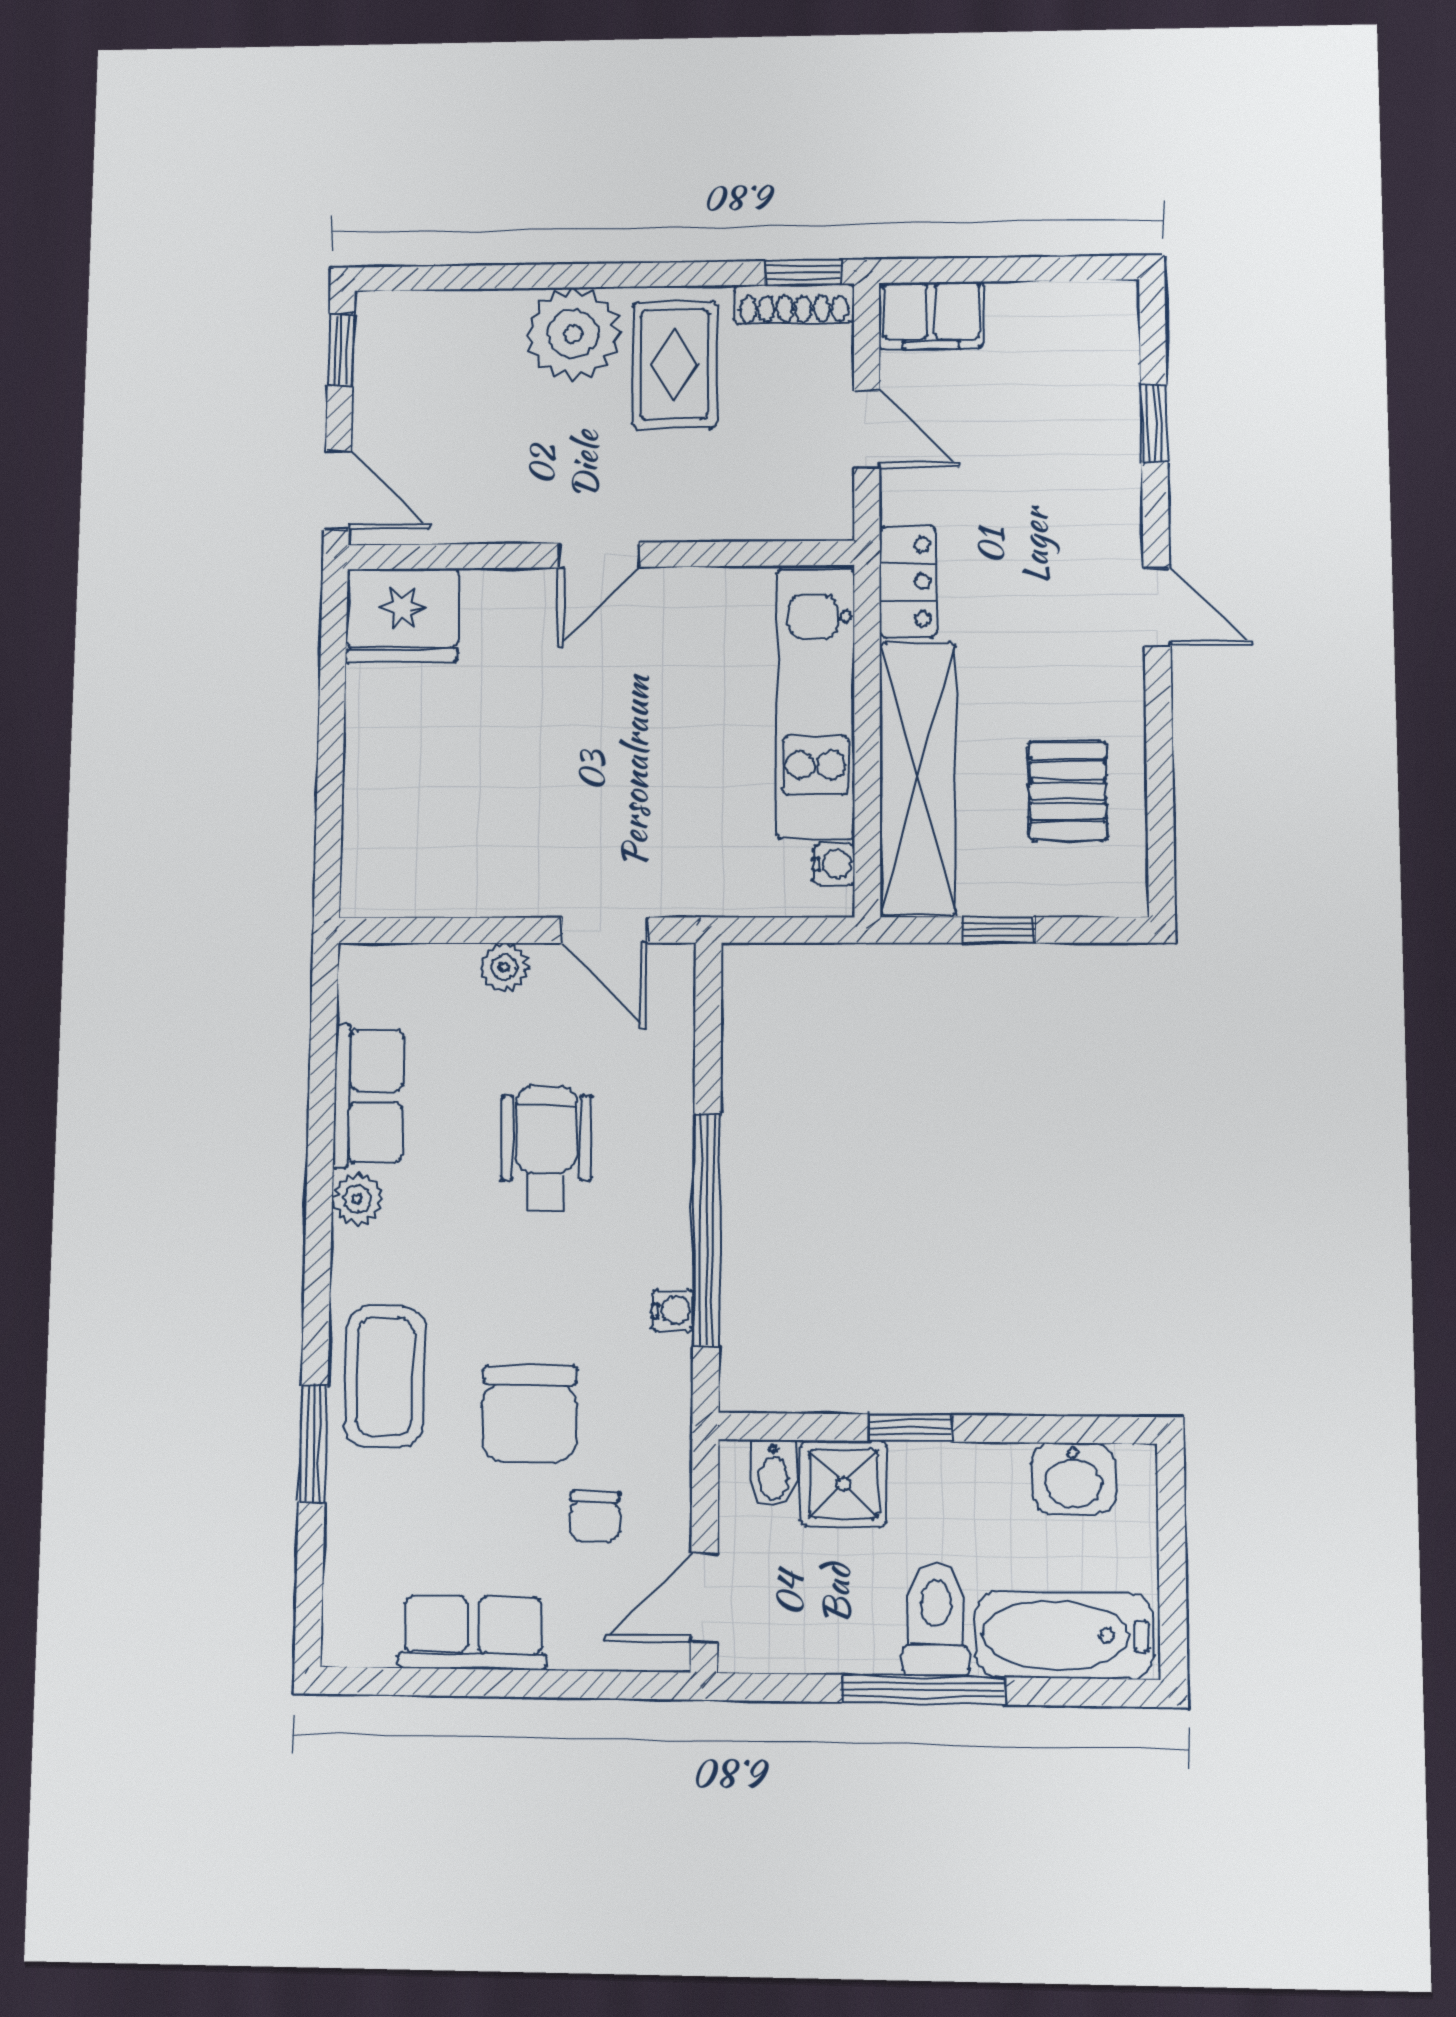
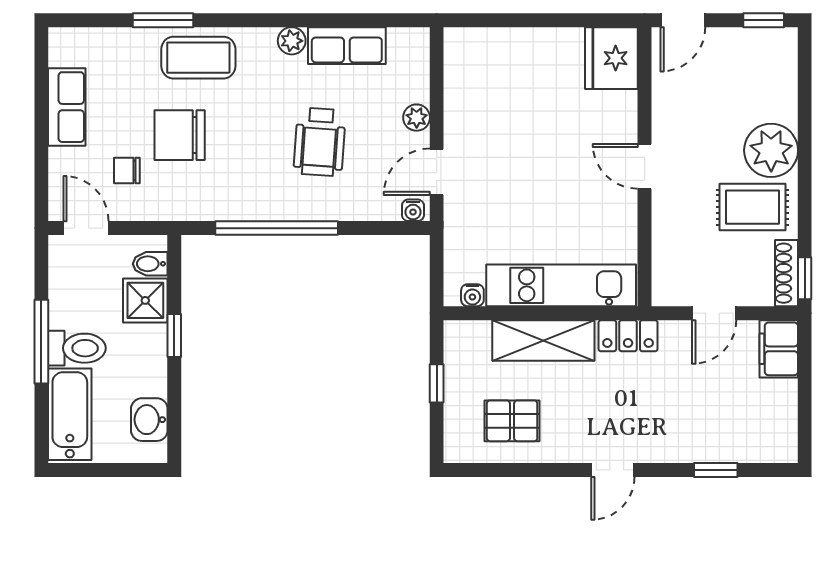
shelving: (918, 778) -> (543, 340), width x0.68
wheelchair: (546, 1148) -> (320, 142), turned 94
water cooler: (673, 1310) -> (413, 210), moved

